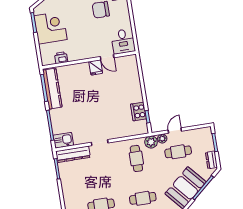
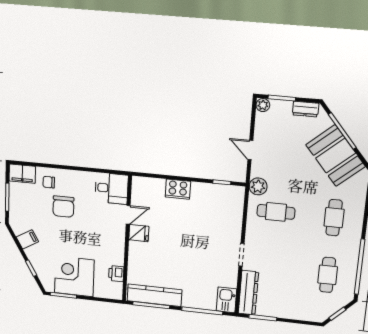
cooker: (139, 111) -> (178, 189), moved
plant: (162, 139) -> (263, 105), moved
cafe table: (178, 152) -> (282, 153), removed

